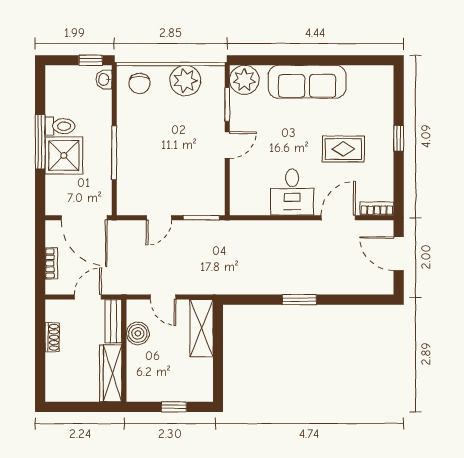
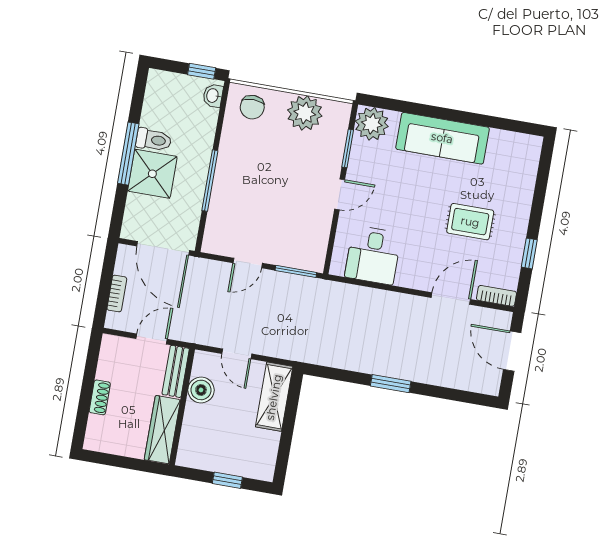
window: (399, 138) -> (529, 253), moved
desk: (292, 192) -> (373, 255), moved
shoe rack: (52, 337) -> (100, 397), moved

